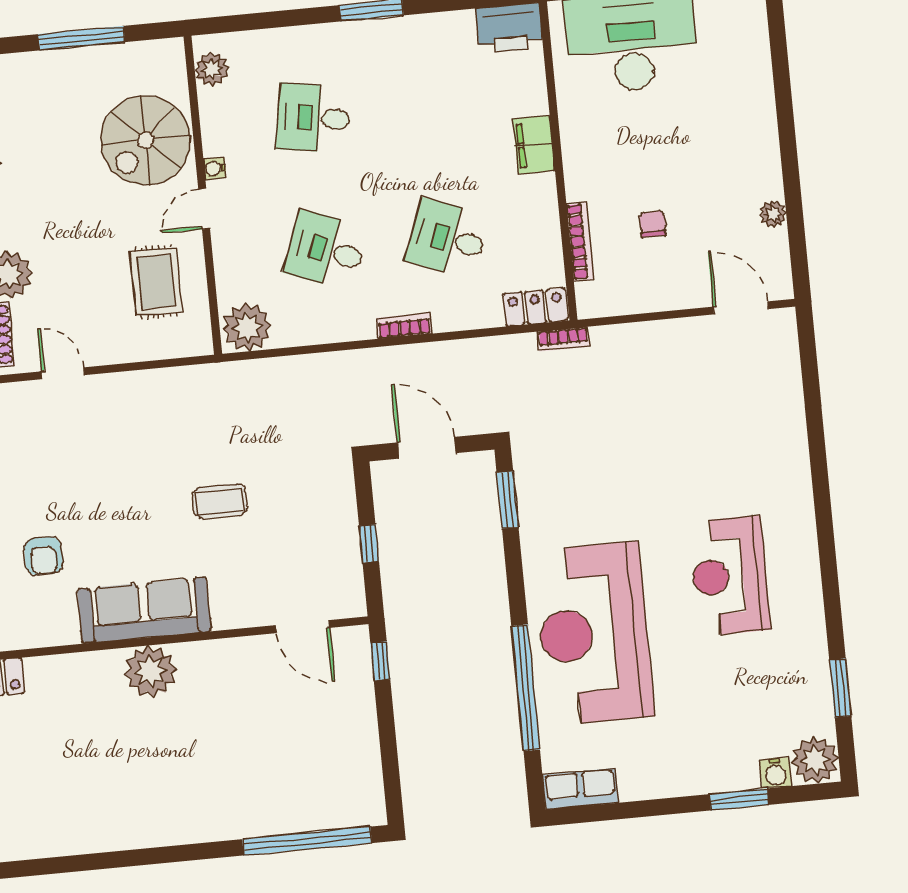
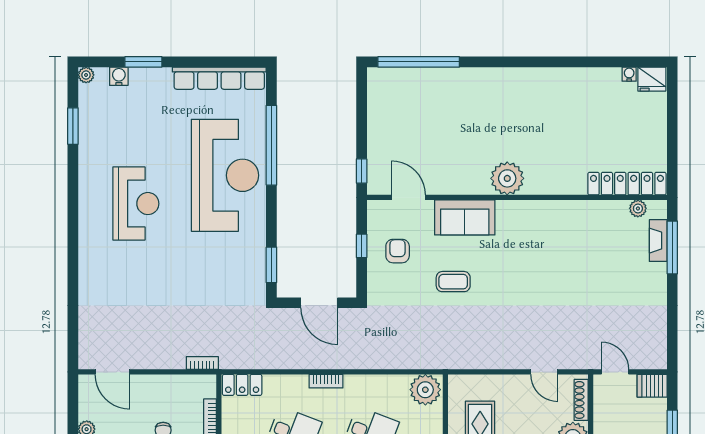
bookcase: (563, 339) -> (202, 363), moved
armchair: (43, 556) -> (398, 251), moved
sofa: (144, 610) -> (465, 217), moved, width x0.73
plant: (815, 760) -> (86, 75), width x0.53, depth x0.53
row of seats: (580, 789) -> (219, 78), width x2.02

